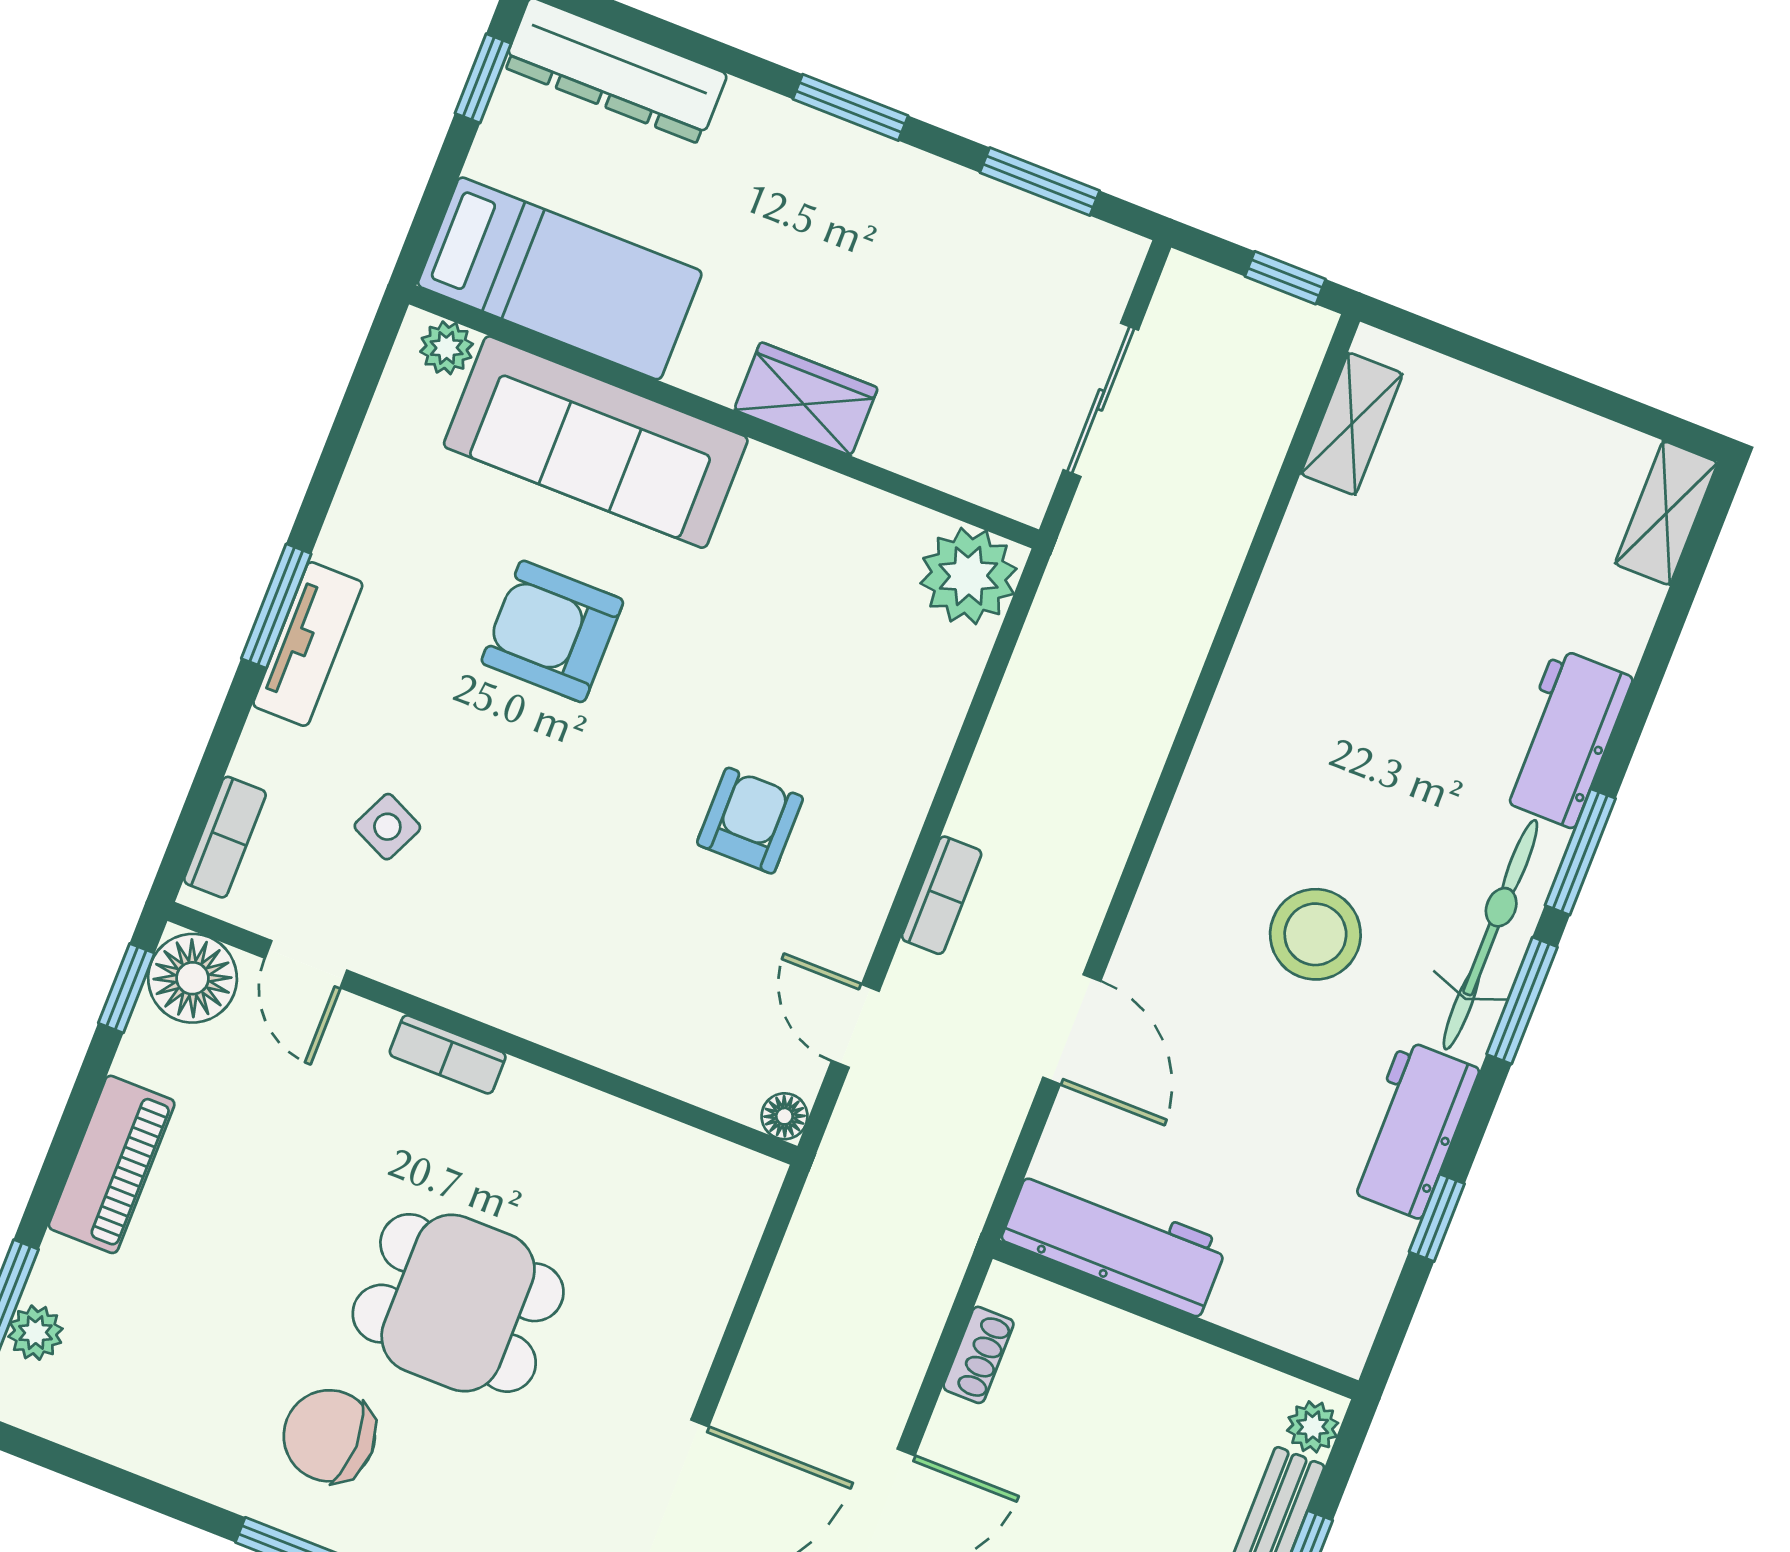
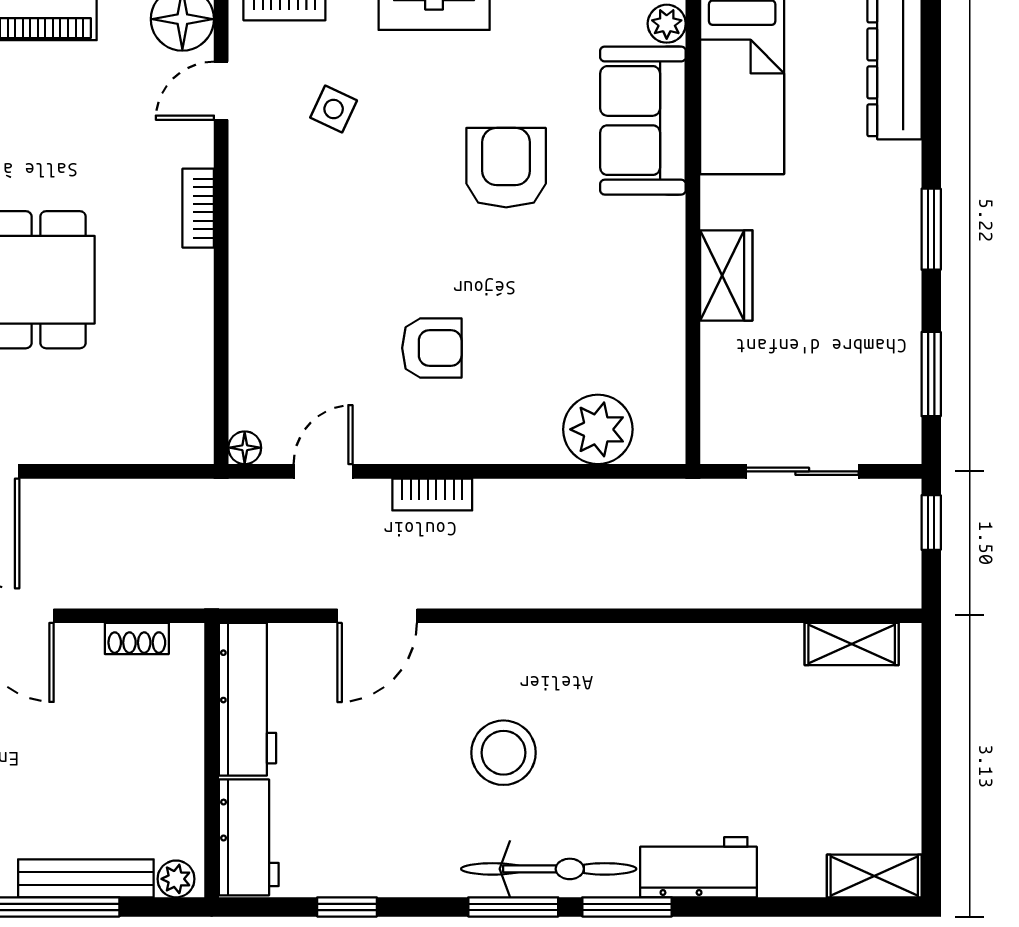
window: (1285, 278) -> (931, 522), moved
sofa: (596, 442) -> (643, 121), width x0.73
plant: (969, 576) -> (598, 429), moved
workbench: (1412, 1129) -> (249, 837), moved, turned 90

